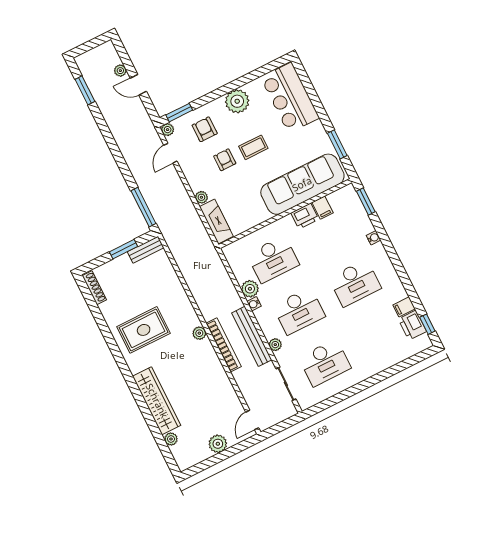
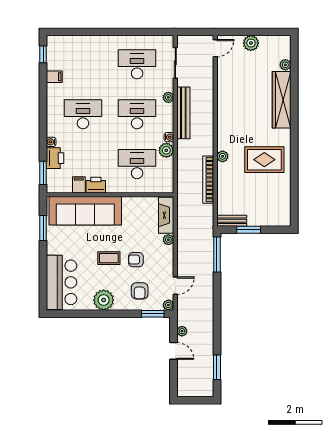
plant: (120, 71) -> (182, 331), moved
armchair: (225, 160) -> (136, 260), turned 90
shoe rack: (94, 288) -> (286, 211), removed
printer: (412, 325) -> (55, 158), moved
plant: (199, 333) -> (223, 156), moved
bookcase: (224, 345) -> (208, 180), moved

